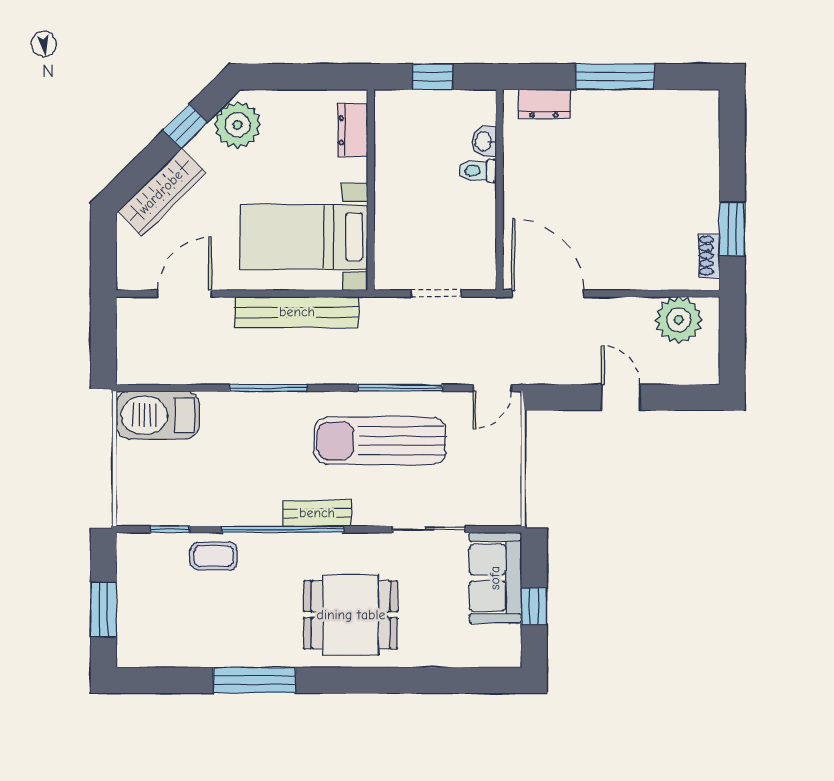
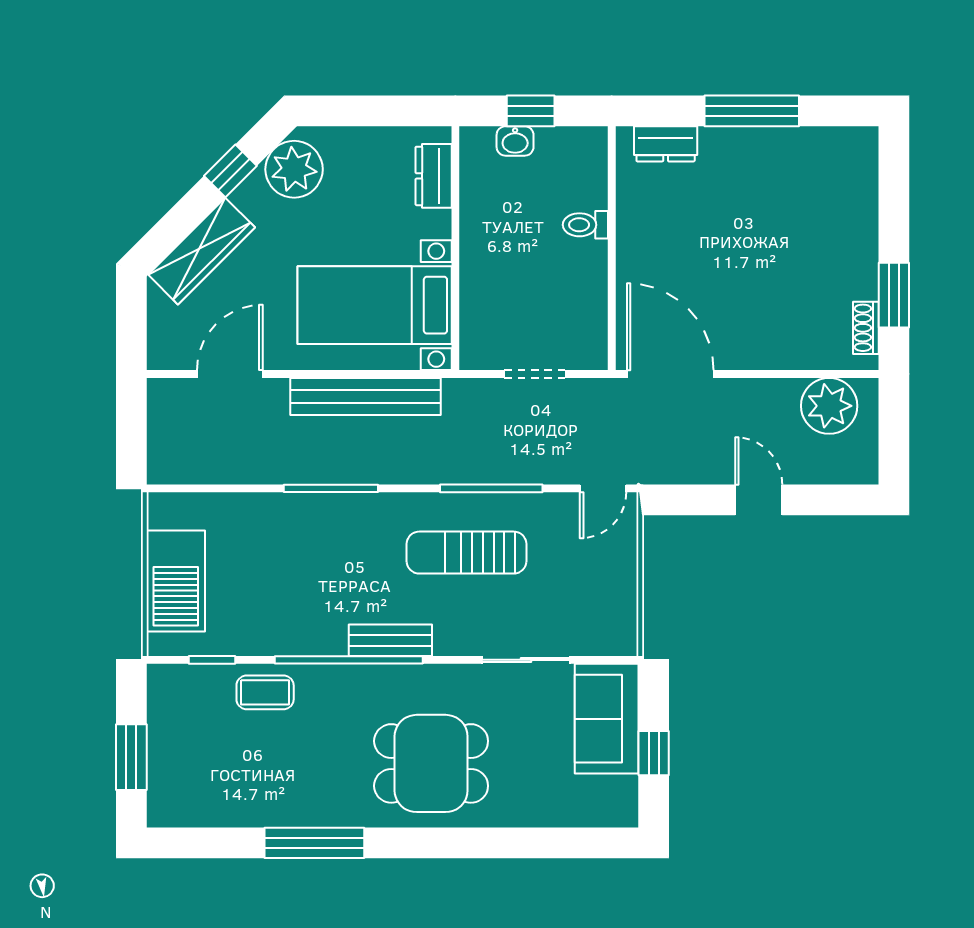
washbasin: (484, 142) -> (515, 141), moved, turned -90
barbecue: (158, 415) -> (176, 581), moved, turned -90
sun lounger: (380, 441) -> (467, 553), width x0.73, depth x0.75

